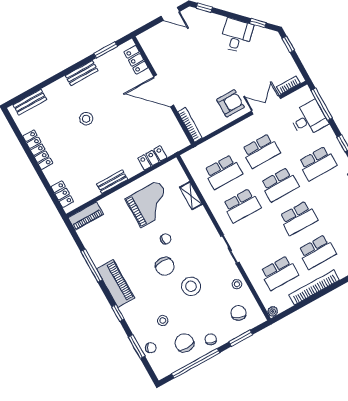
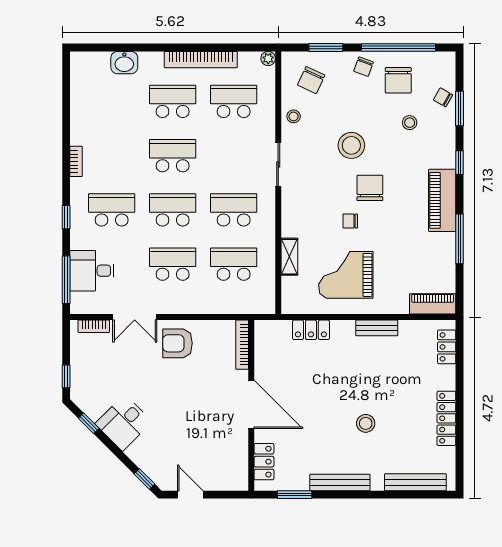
bench: (82, 73) -> (340, 482), width x1.36
bench: (30, 102) -> (415, 482), width x1.36

